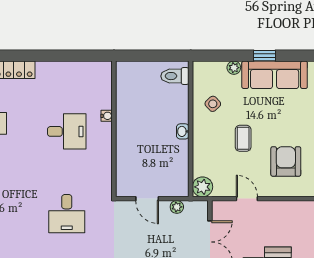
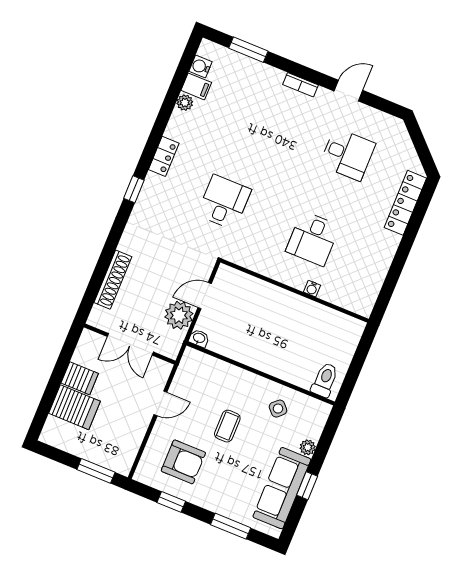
washbasin: (183, 131) -> (199, 338), moved
coffee table: (243, 138) -> (227, 426), turned 90
plant: (203, 187) -> (193, 361), removed
plant: (177, 207) -> (179, 315), width x1.88, depth x1.88
desk: (67, 214) -> (224, 202), turned 90

